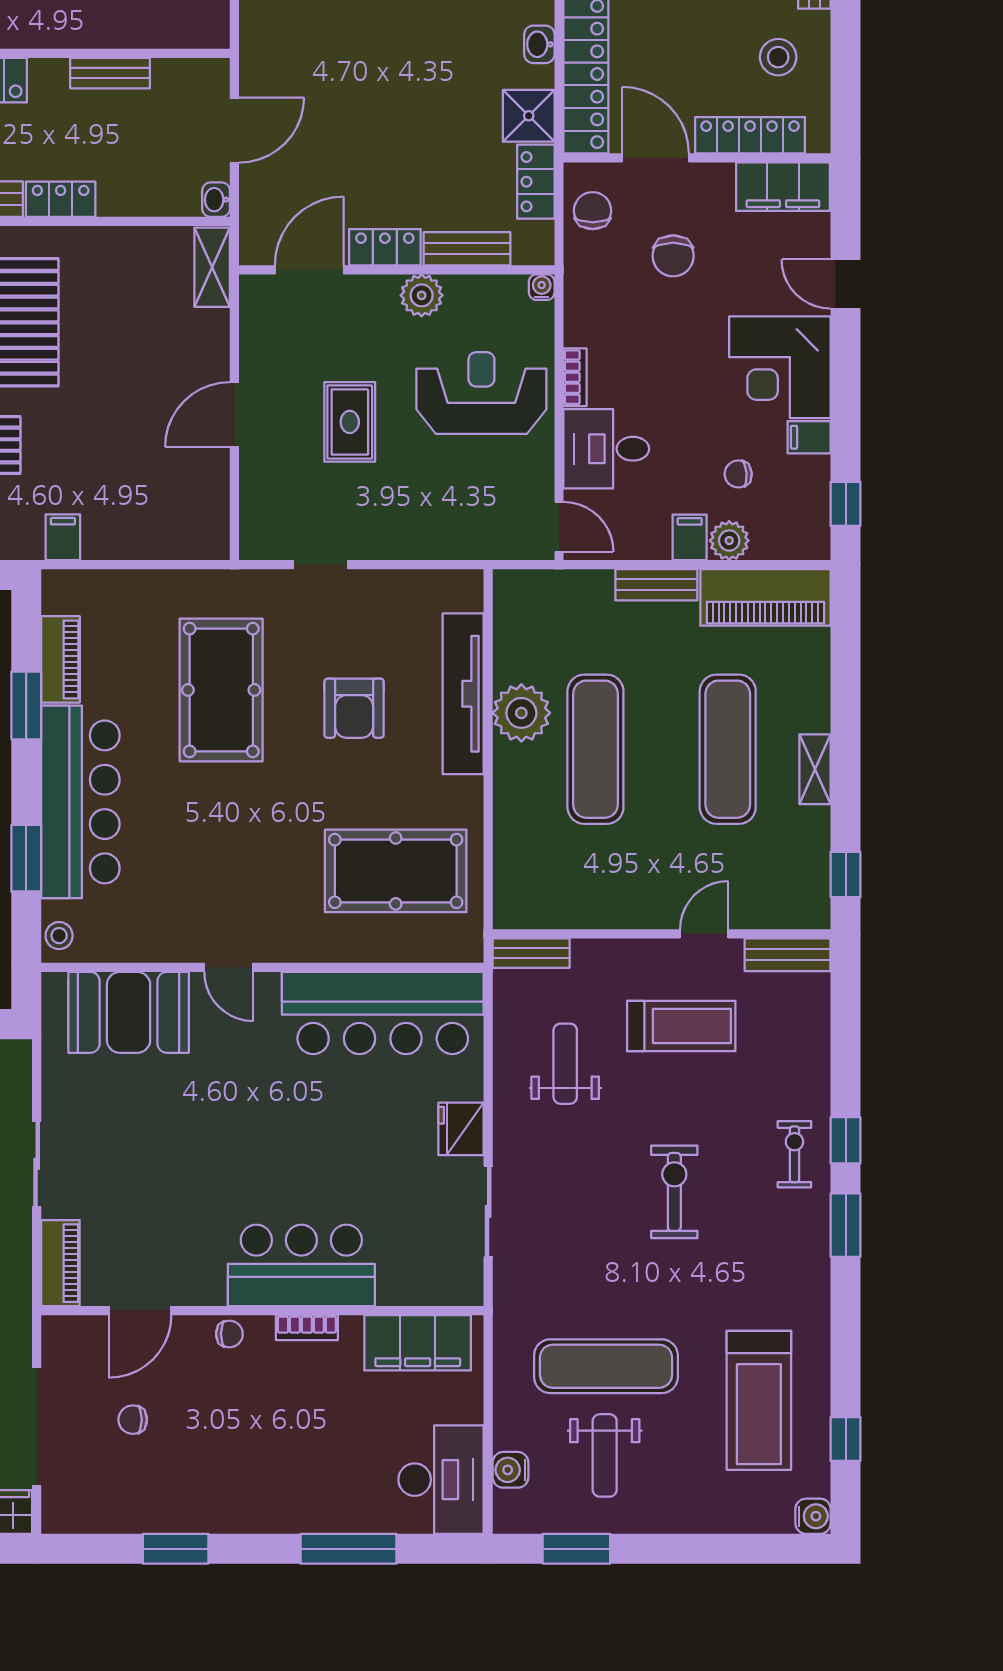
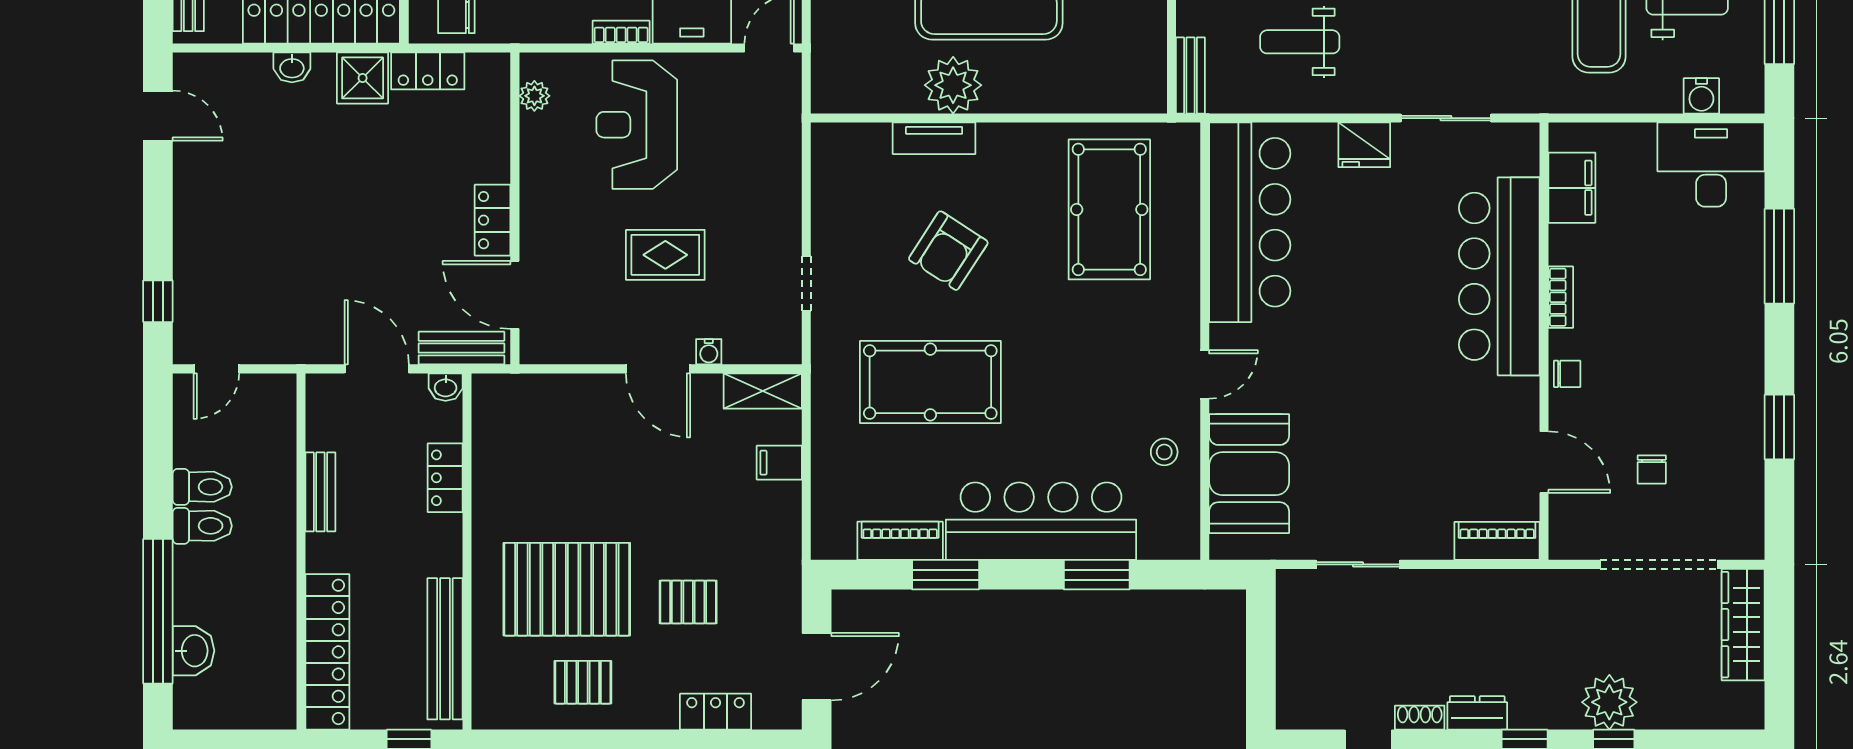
locker: (61, 199) -> (445, 478), moved
bench: (467, 249) -> (461, 348), moved, turned 90
shelving: (212, 267) -> (763, 391), moved
water cooler: (542, 287) -> (709, 352), moved, turned -90
plant: (422, 295) -> (534, 96), moved, width x0.73, depth x0.73
filing cabinet: (63, 537) -> (779, 463), moved
tv unit: (463, 694) -> (934, 138), width x0.52, depth x0.78
armchair: (354, 708) -> (948, 251), turned 123
stool: (59, 936) -> (1164, 452), moved
sliding door: (37, 1164) -> (1358, 564), moved
bar counter: (301, 1265) -> (1499, 276), width x1.36
chair: (229, 1334) -> (1567, 374), turned 90
filing cabinet: (418, 1343) -> (1572, 188), width x0.67, depth x0.86

